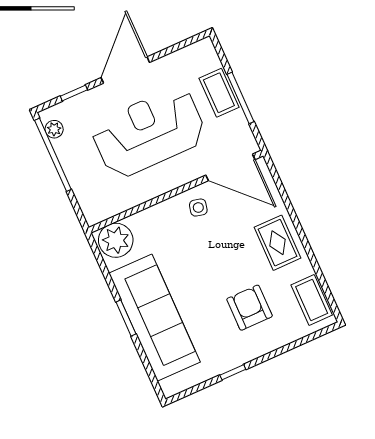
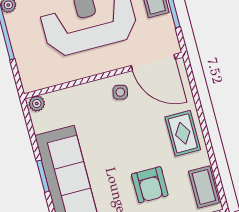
plant: (116, 240) -> (37, 103), width x0.53, depth x0.53
armchair: (250, 308) -> (150, 185), turned 180

